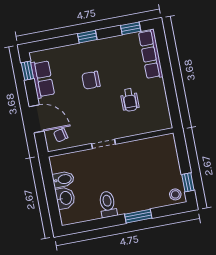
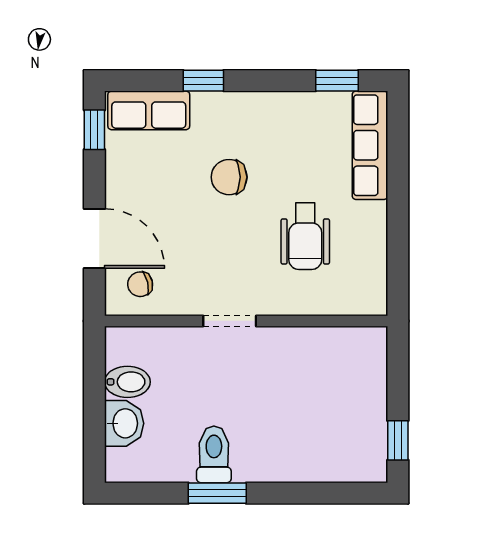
window: (87, 37) -> (203, 81), moved
row of seats: (43, 79) -> (149, 110), moved, turned 90
wheelchair: (130, 100) -> (305, 236), width x1.36, depth x1.37
stool: (175, 194) -> (365, 461), removed
window: (138, 216) -> (217, 493), moved

